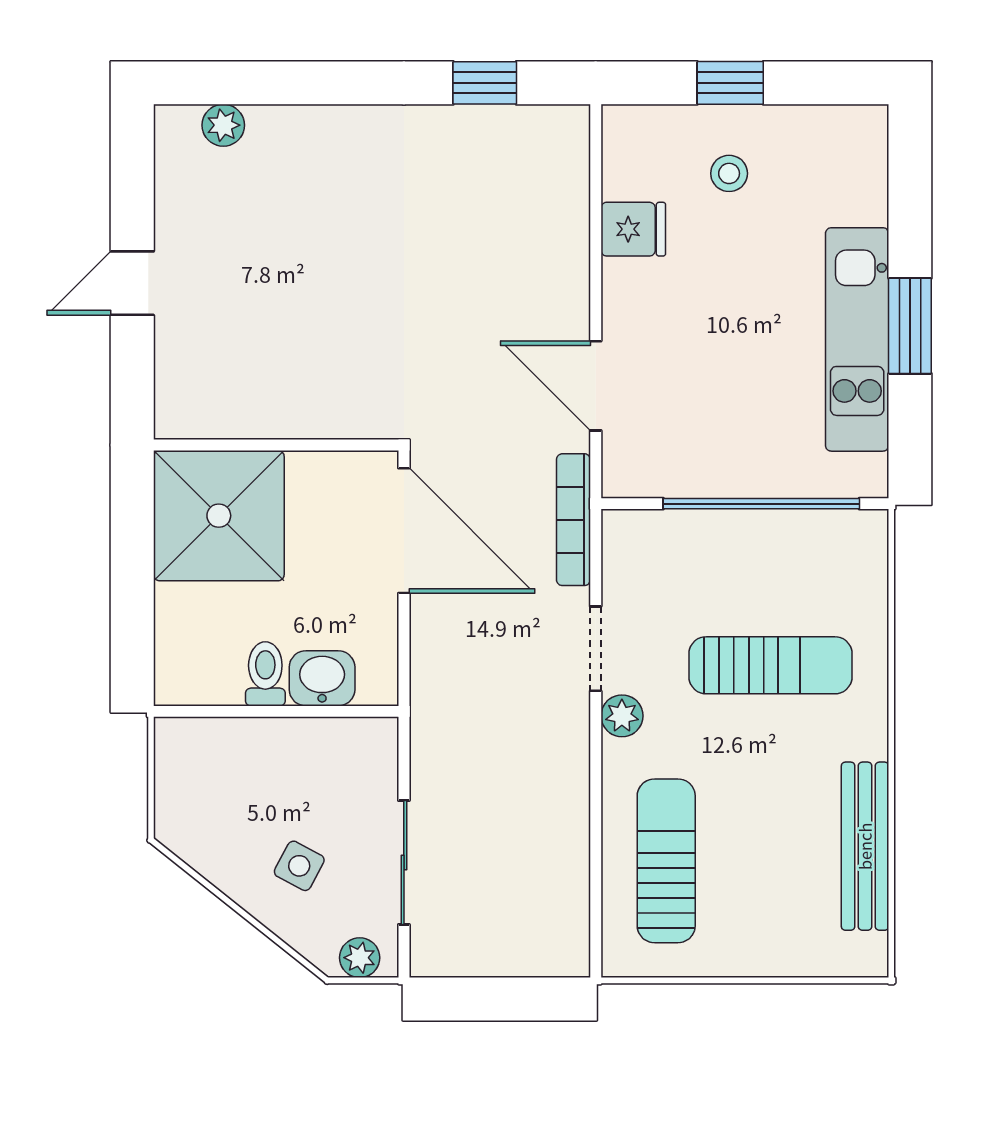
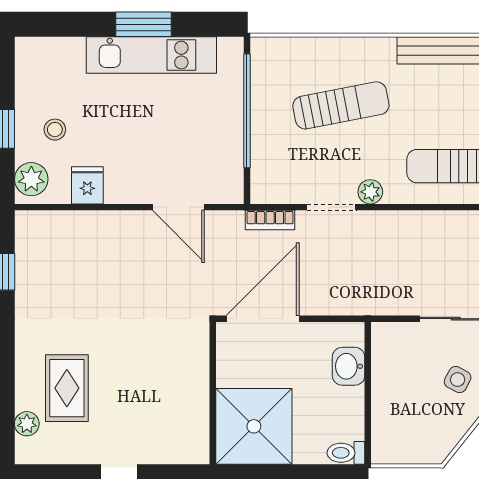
plant: (644, 133) -> (31, 179), added
rug: (285, 194) -> (67, 388), added
door: (596, 386) -> (178, 207), hinge flipped
bookcase: (573, 520) -> (270, 220), width x0.64
sun lounger: (771, 665) -> (341, 105), turned 79
toilet: (265, 674) -> (346, 453), moved

